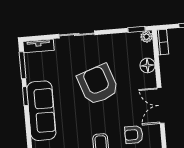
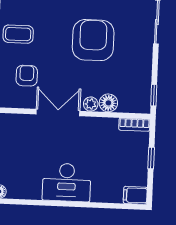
plant: (147, 37) -> (91, 104), moved
armchair: (98, 84) -> (93, 40), turned -71

